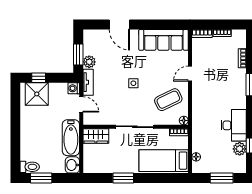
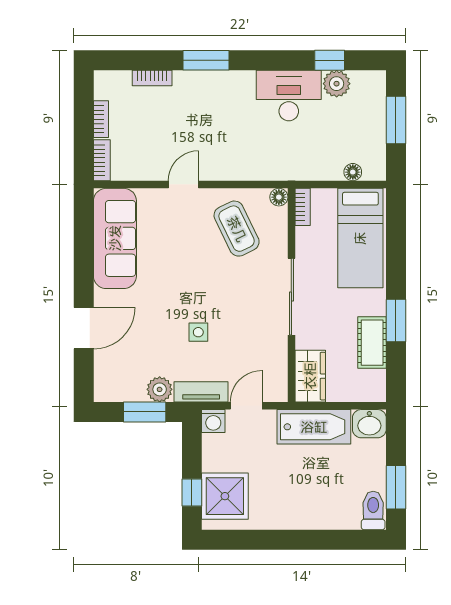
door: (190, 74) -> (183, 184), swing flipped
side table: (133, 83) -> (198, 332), moved
cot: (112, 166) -> (372, 343), added

